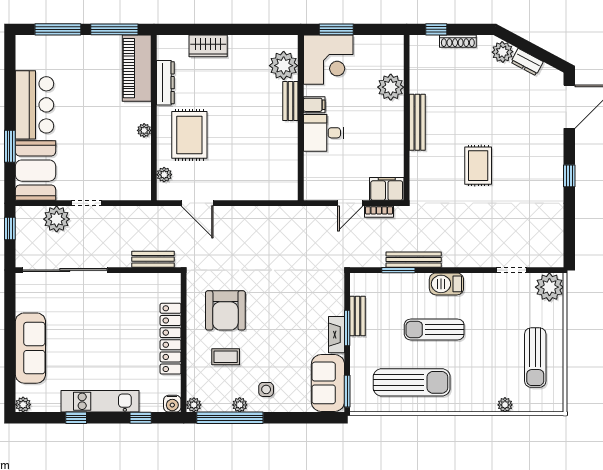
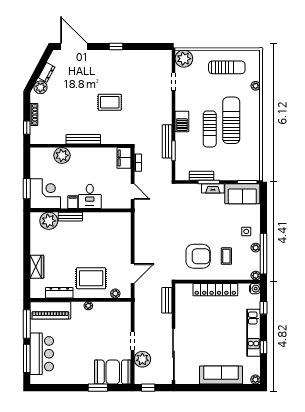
bar counter: (35, 105) -> (42, 354), moved, turned 90
door: (350, 203) -> (133, 192), moved
sun lounger: (412, 382) -> (231, 120), moved

